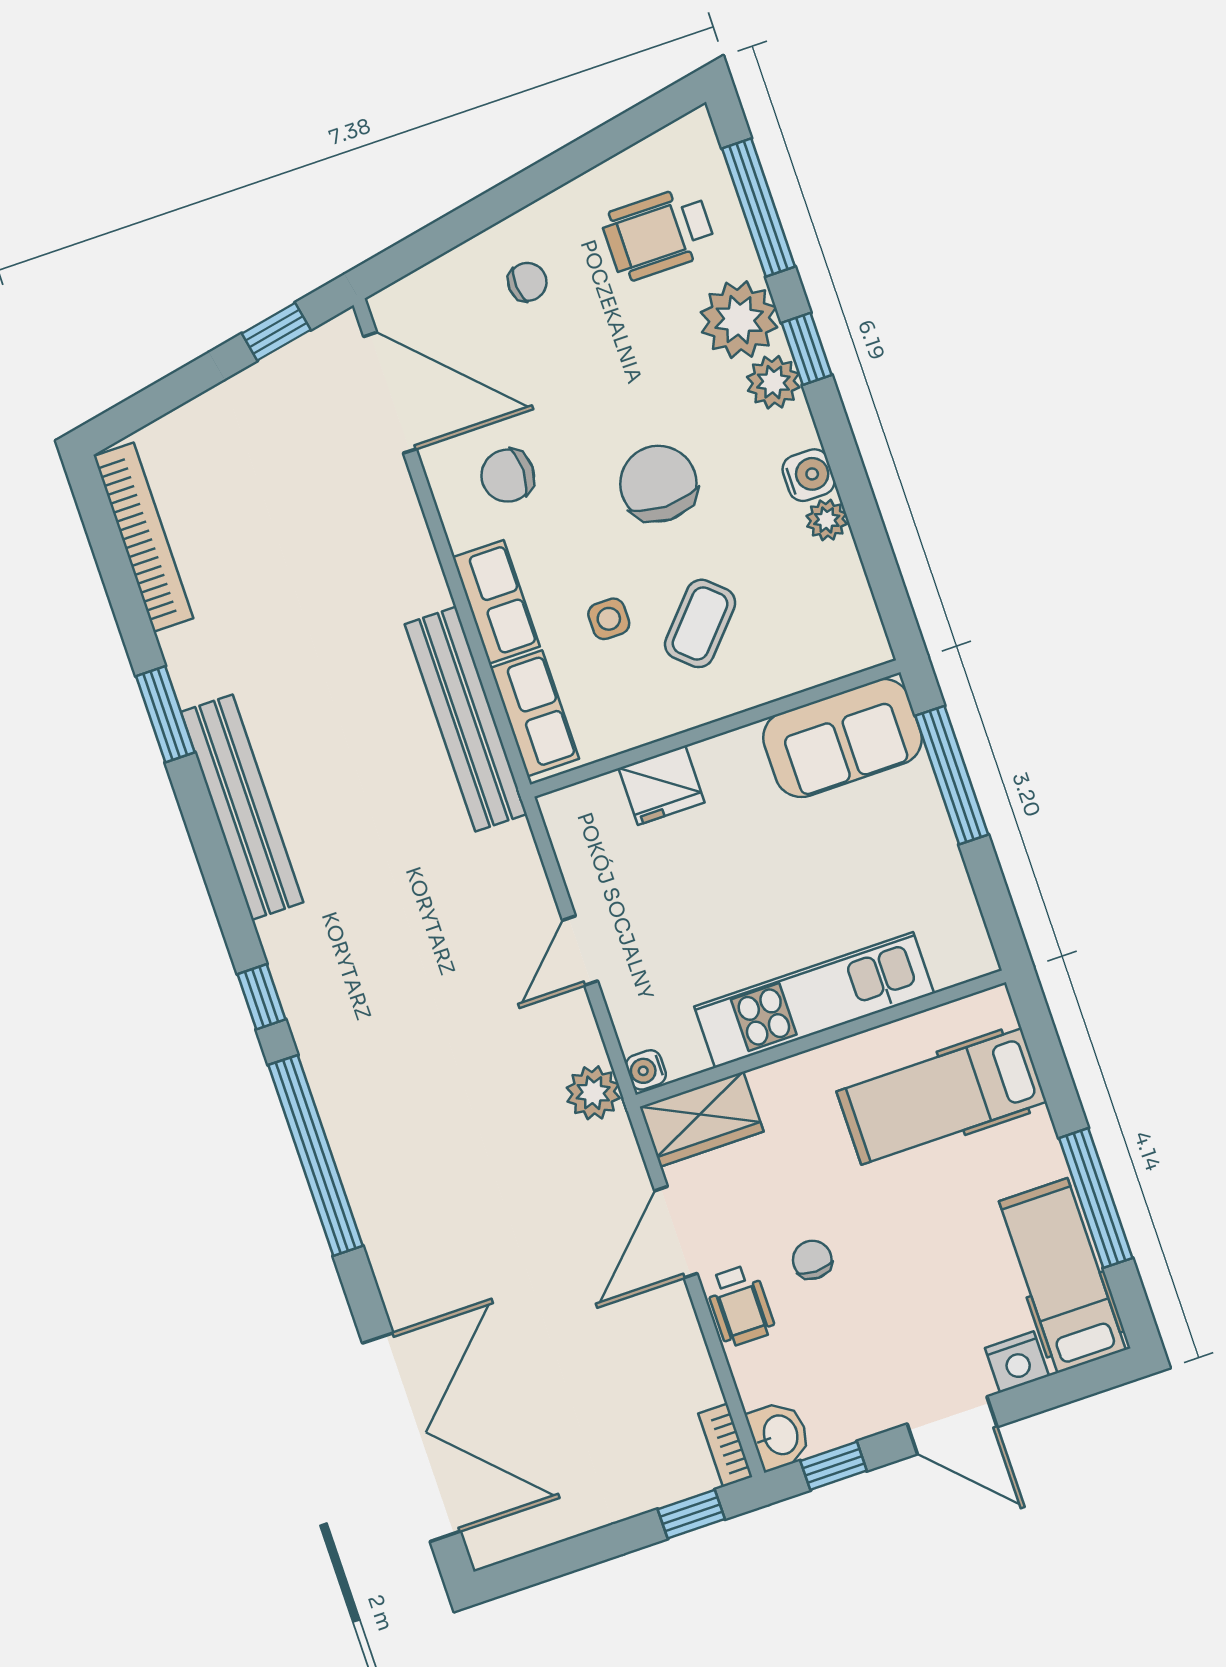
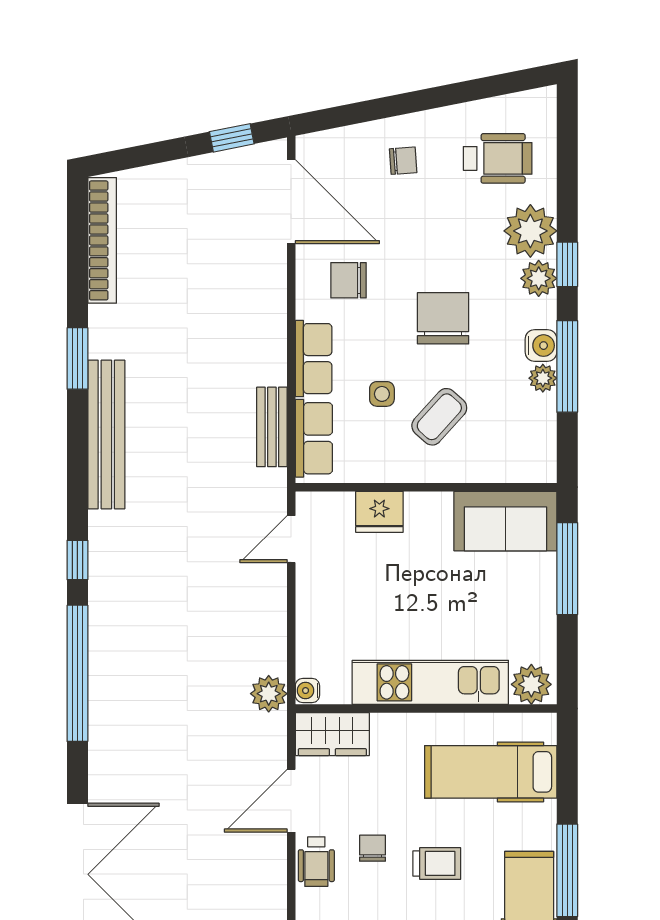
window: (758, 207) -> (567, 366), moved
wheelchair: (659, 234) -> (498, 158), turned 180
bench: (466, 719) -> (272, 427), width x0.54, depth x0.82
door: (580, 951) -> (291, 539), moved
plant: (957, 954) -> (531, 684), added
trolley: (910, 1251) -> (437, 863), added

